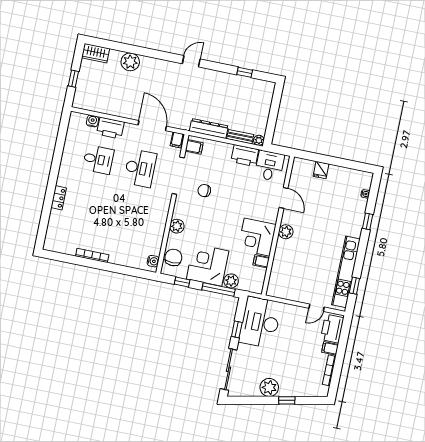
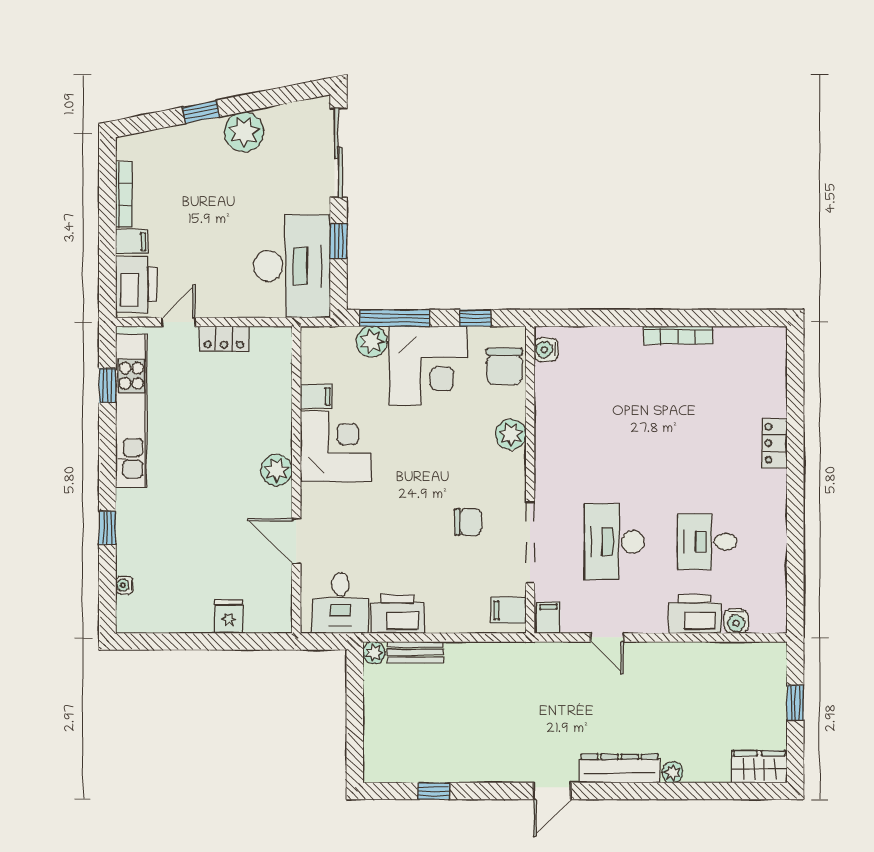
plant: (130, 62) -> (673, 772), width x0.53, depth x0.53
door: (152, 126) -> (607, 637), width x0.53
dresser: (209, 129) -> (620, 769), moved, turned 180
locker: (298, 296) -> (224, 339), added

